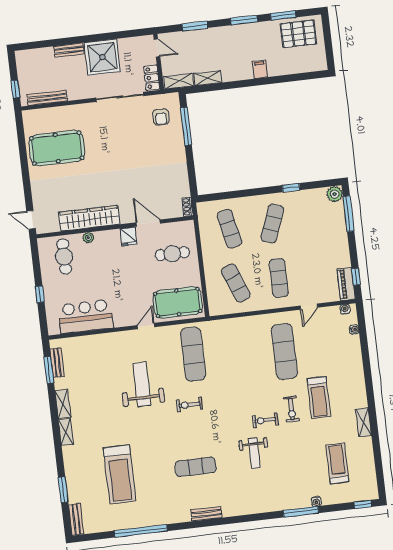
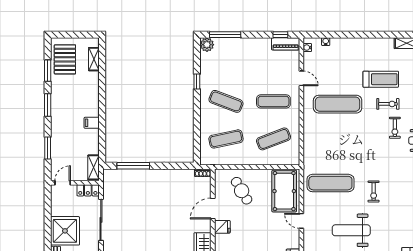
filing cabinet: (260, 69) -> (92, 123), moved
shelving: (208, 78) -> (94, 59), moved
armchair: (161, 117) -> (122, 186), removed
cafe table: (172, 254) -> (242, 191), turned -31

